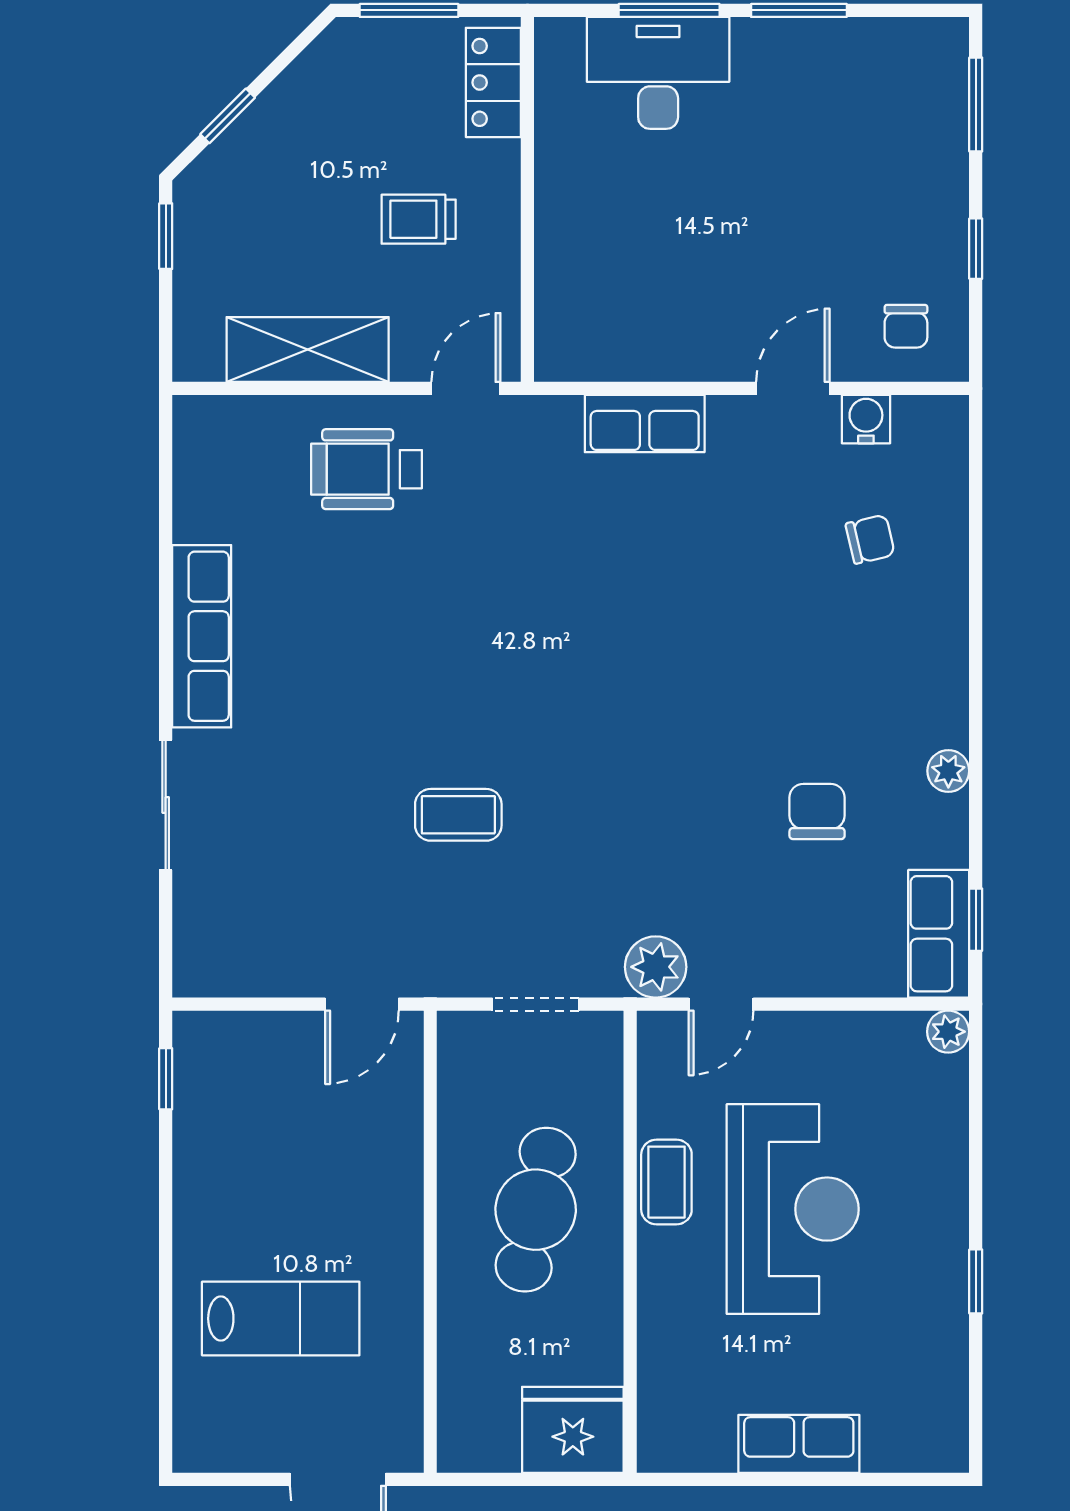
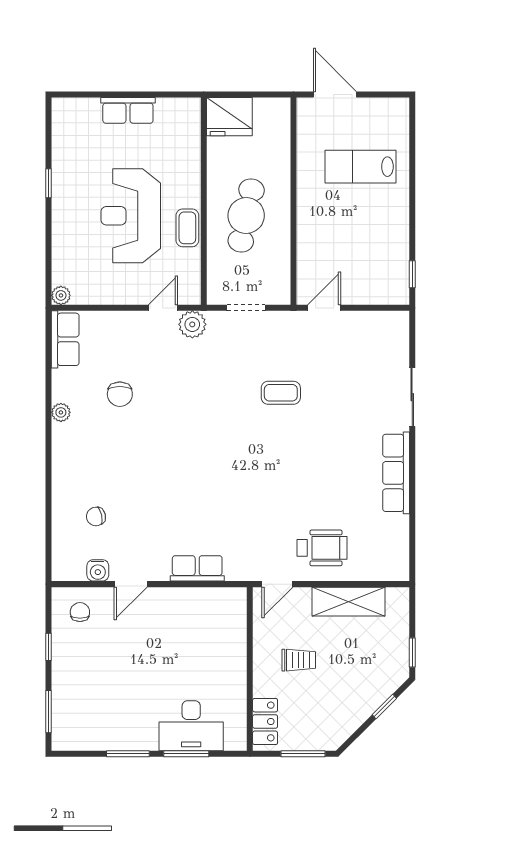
window: (976, 920) -> (49, 346), removed

